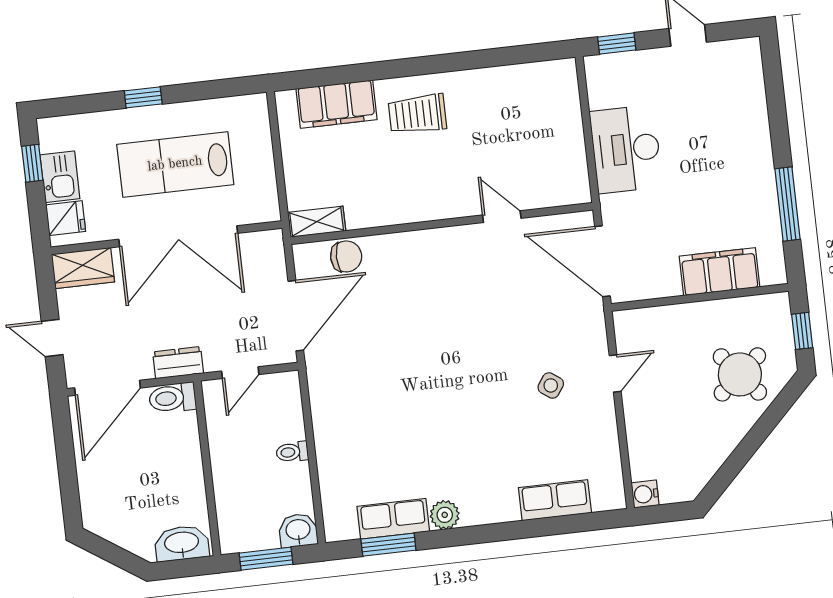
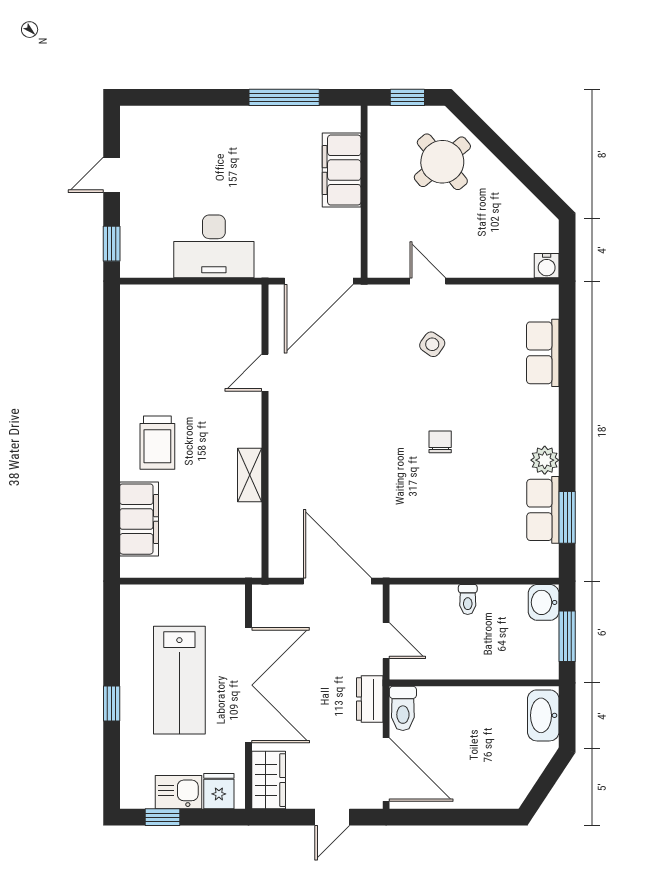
shelving: (317, 222) -> (250, 475), moved
chair: (346, 256) -> (440, 442), moved, width x0.73, depth x0.73

